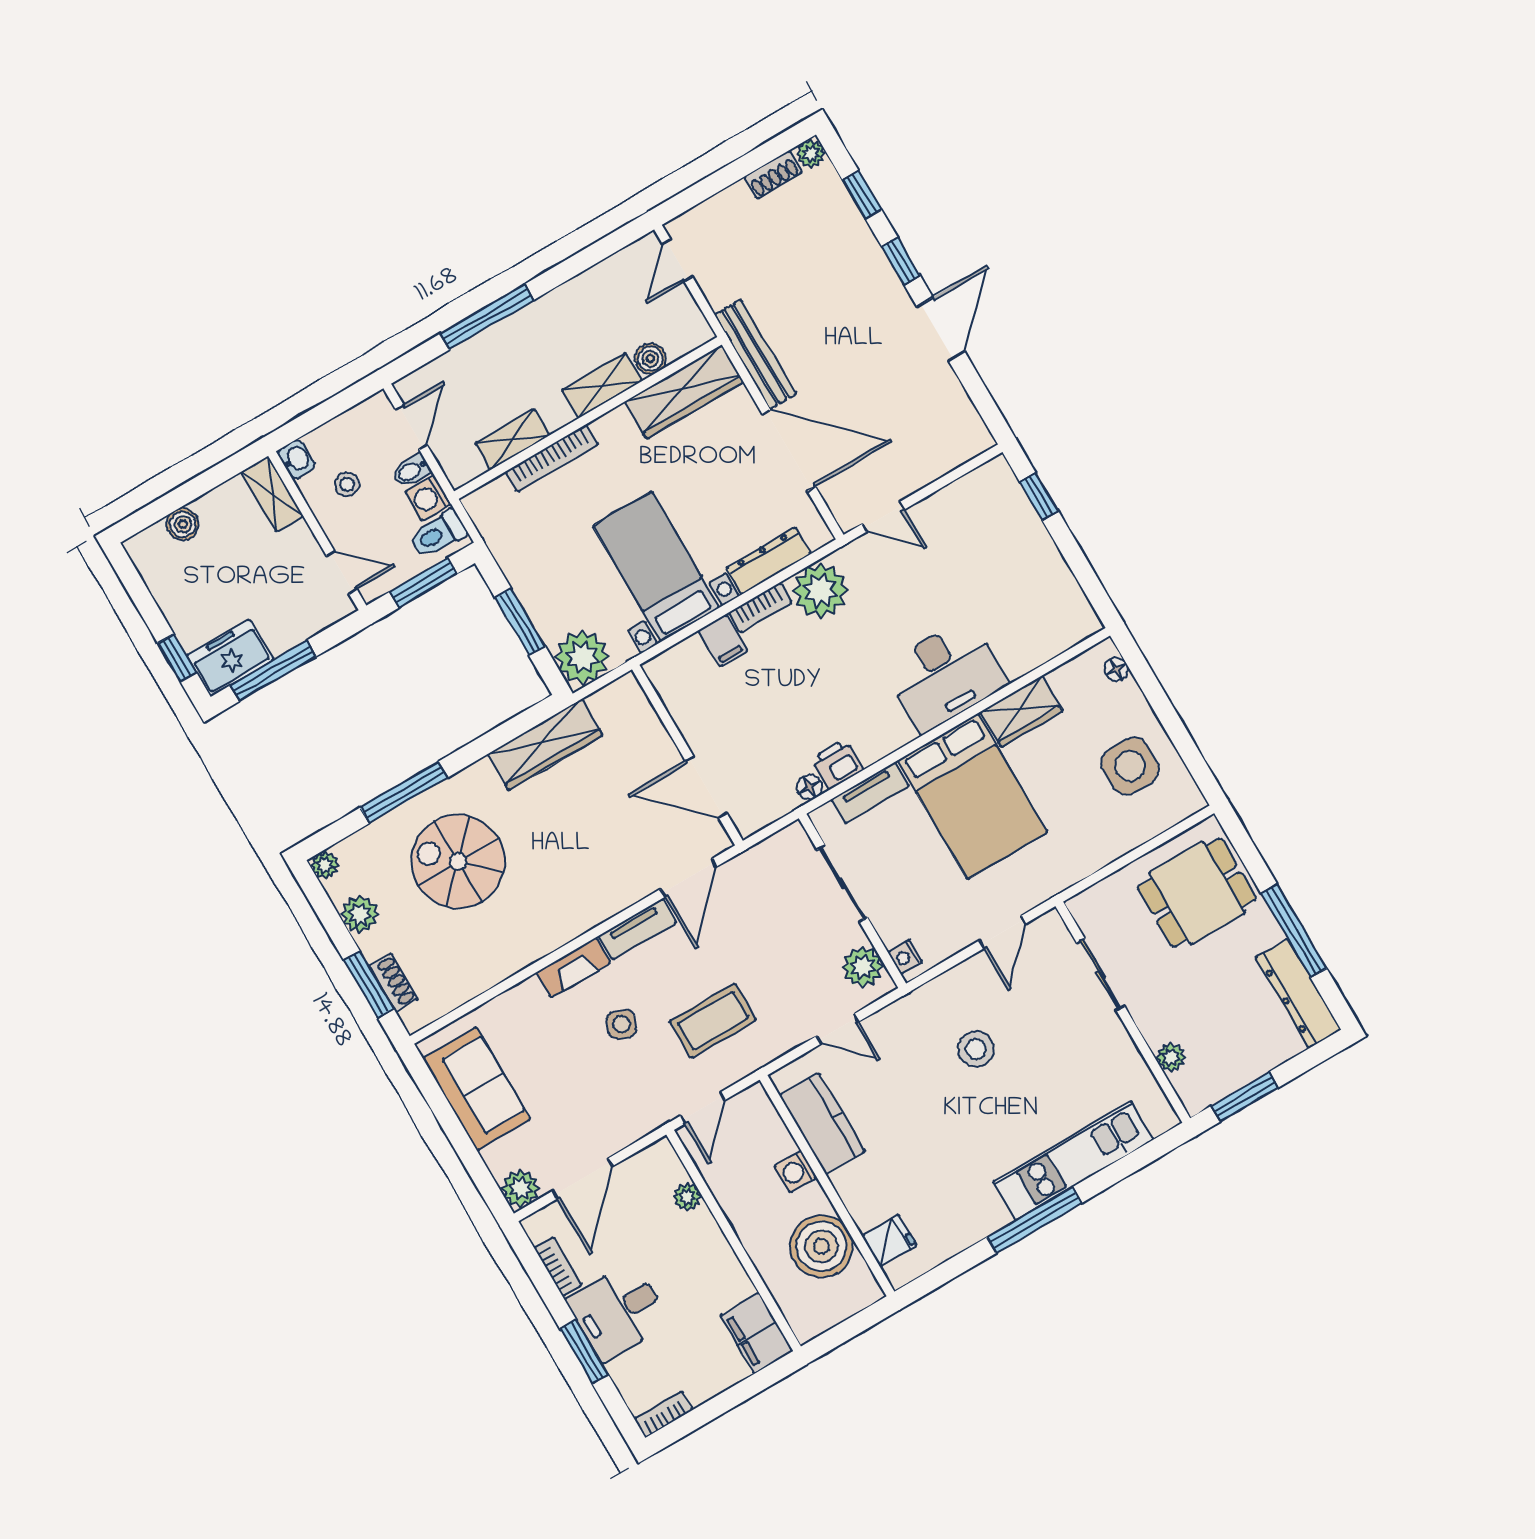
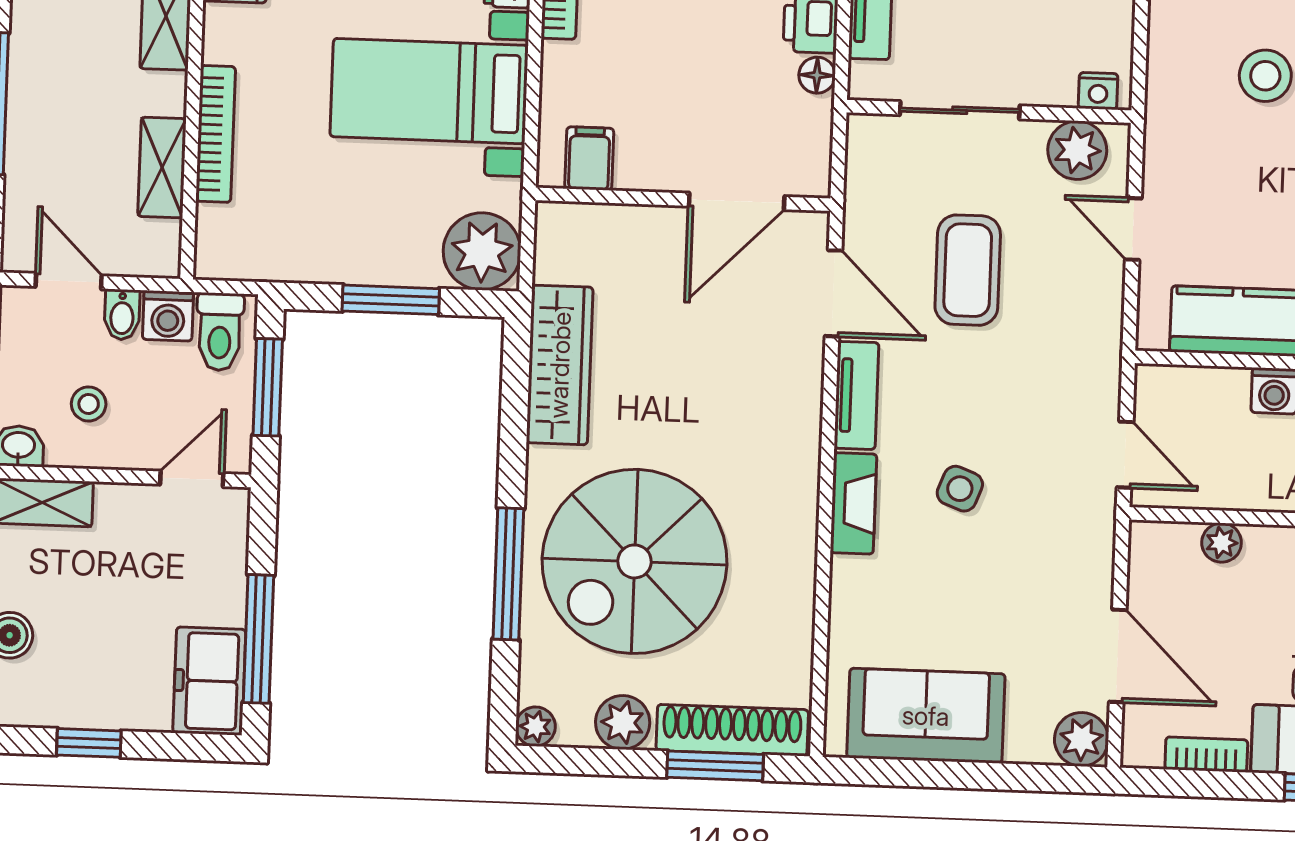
filing cabinet: (723, 641) -> (589, 158), moved, turned -90
window: (177, 658) -> (89, 743), moved
spiral stairs: (458, 861) -> (635, 561), width x1.37, depth x1.37
shoe rack: (393, 983) -> (732, 730), width x1.94, depth x1.24
coffee table: (713, 1021) -> (968, 270), moved
door: (837, 1029) -> (1133, 229), swing flipped

